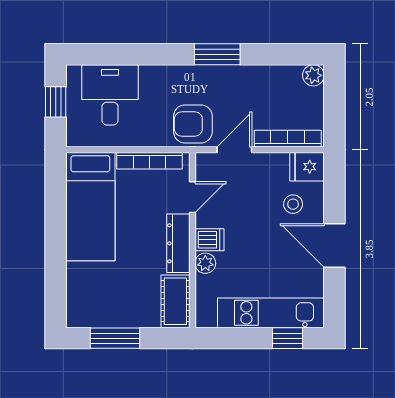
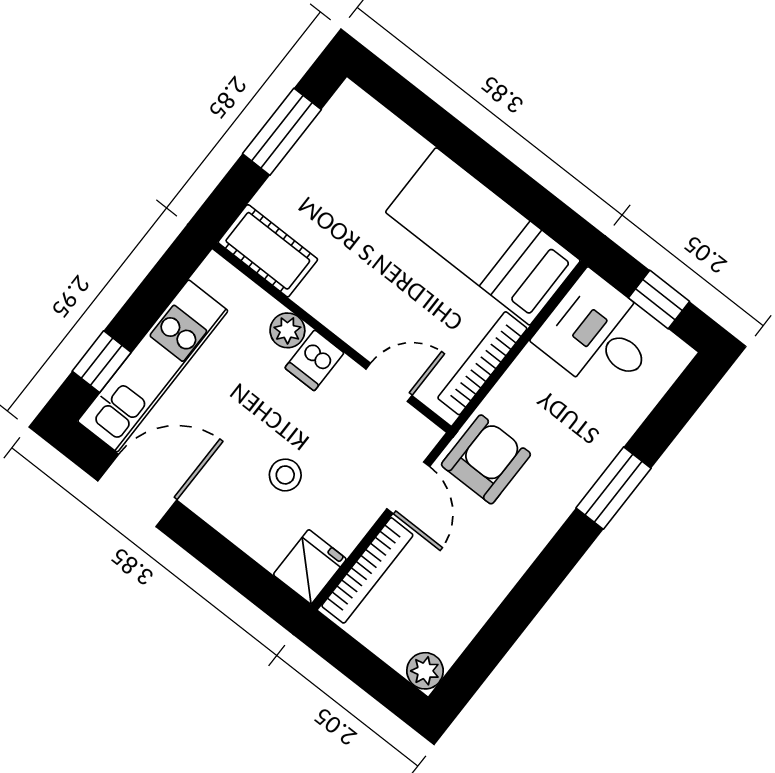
window: (217, 54) -> (614, 488), moved
desk: (110, 95) -> (599, 335), moved, turned 180
door: (192, 197) -> (389, 382), swing flipped
stool: (293, 204) -> (285, 475), moved
dresser: (178, 243) -> (342, 315), removed
door: (334, 246) -> (137, 491), moved

